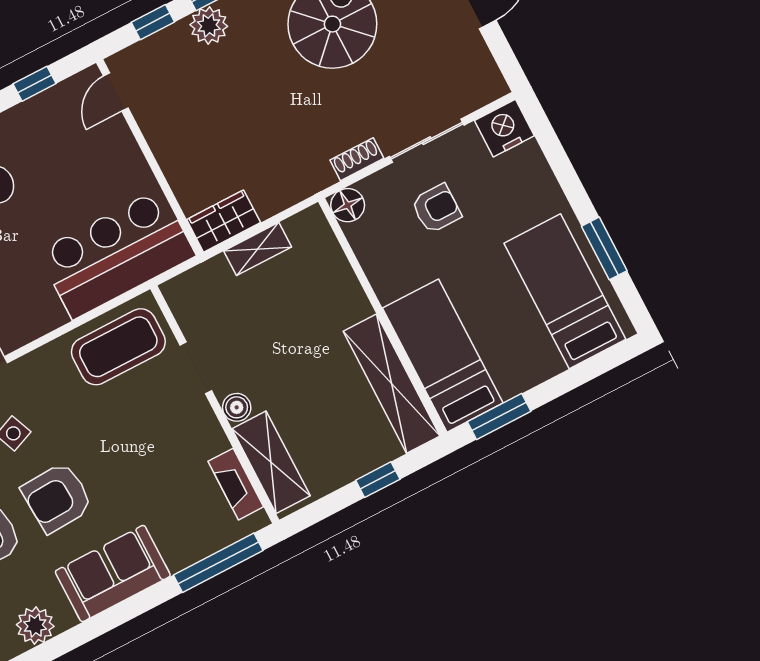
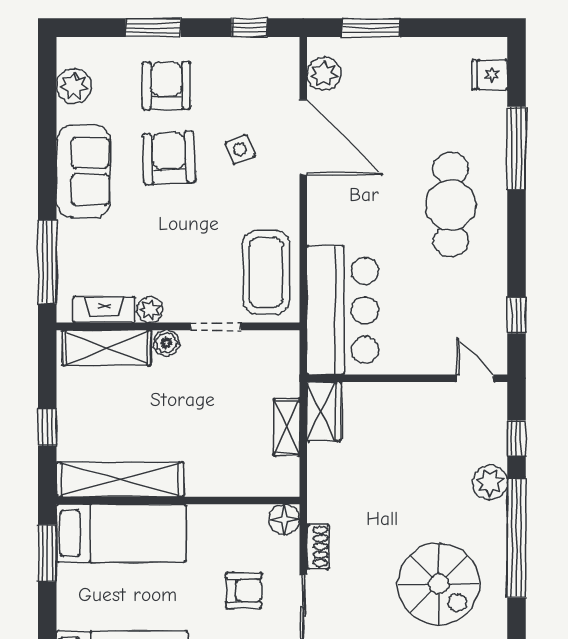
armchair: (436, 209) -> (244, 590), turned -90
plant: (213, 440) -> (150, 310), added

